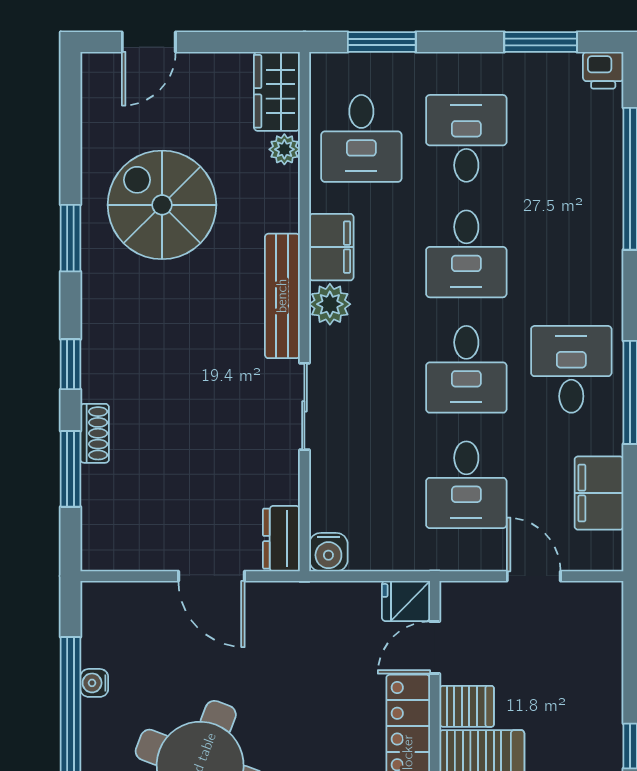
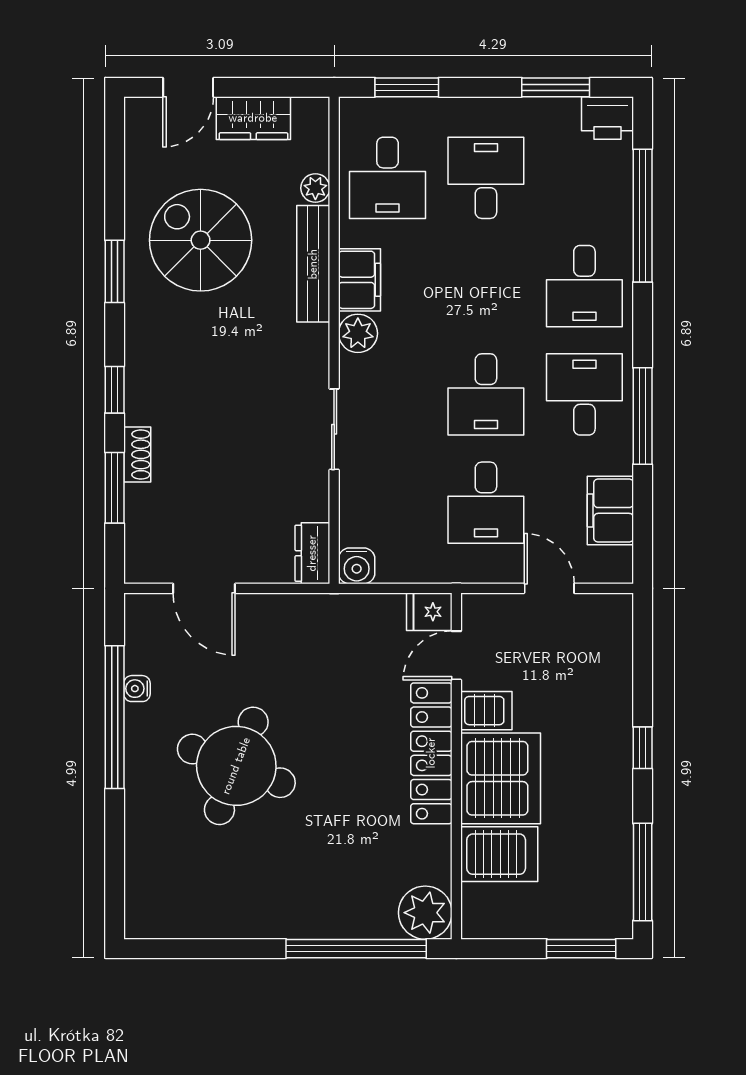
printer: (603, 70) -> (607, 118), width x1.36, depth x1.24
wardrobe: (277, 91) -> (253, 118), moved, turned -90
desk: (466, 254) -> (584, 286), moved
bench: (282, 296) -> (313, 264), moved
door: (211, 576) -> (204, 588), moved

